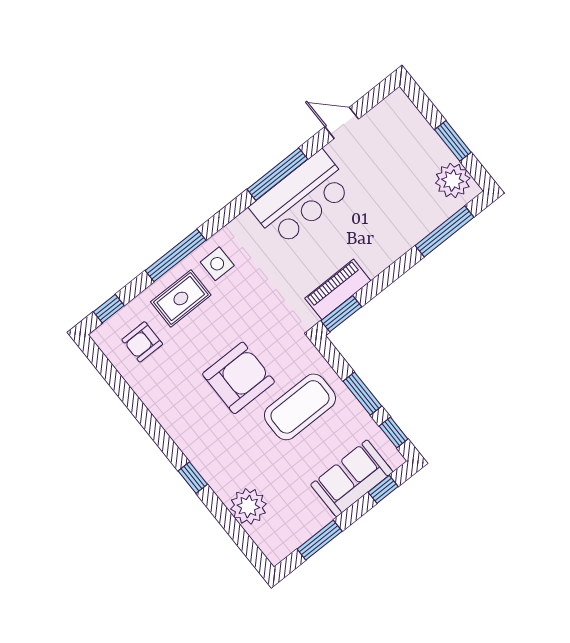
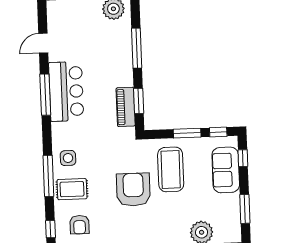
window: (445, 231) -> (137, 48), moved
rug: (181, 298) -> (72, 189), turned 90
window: (341, 314) -> (139, 101), moved

